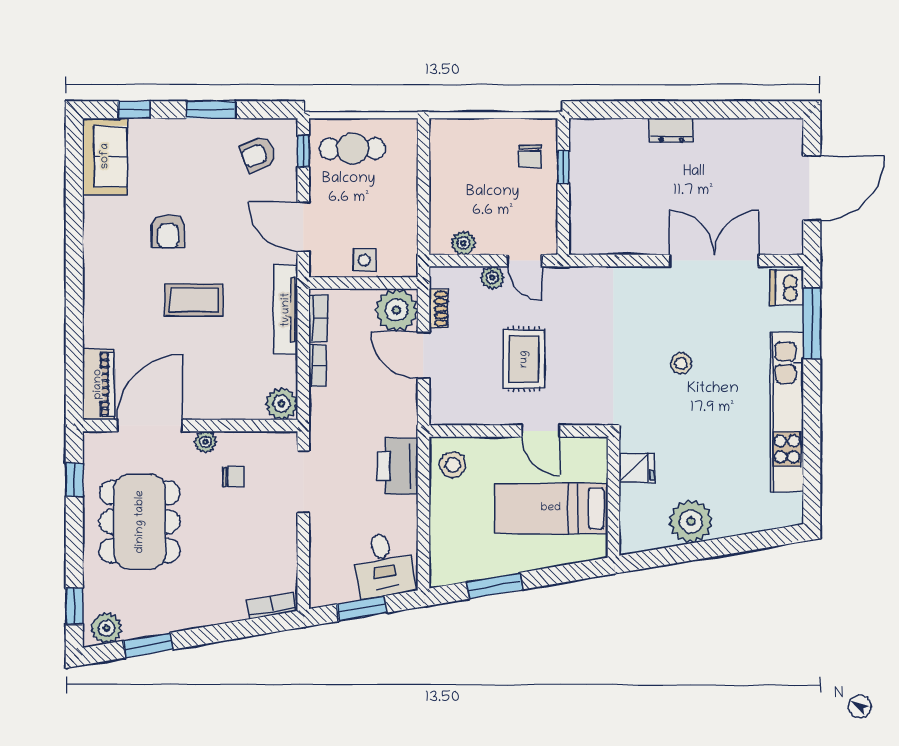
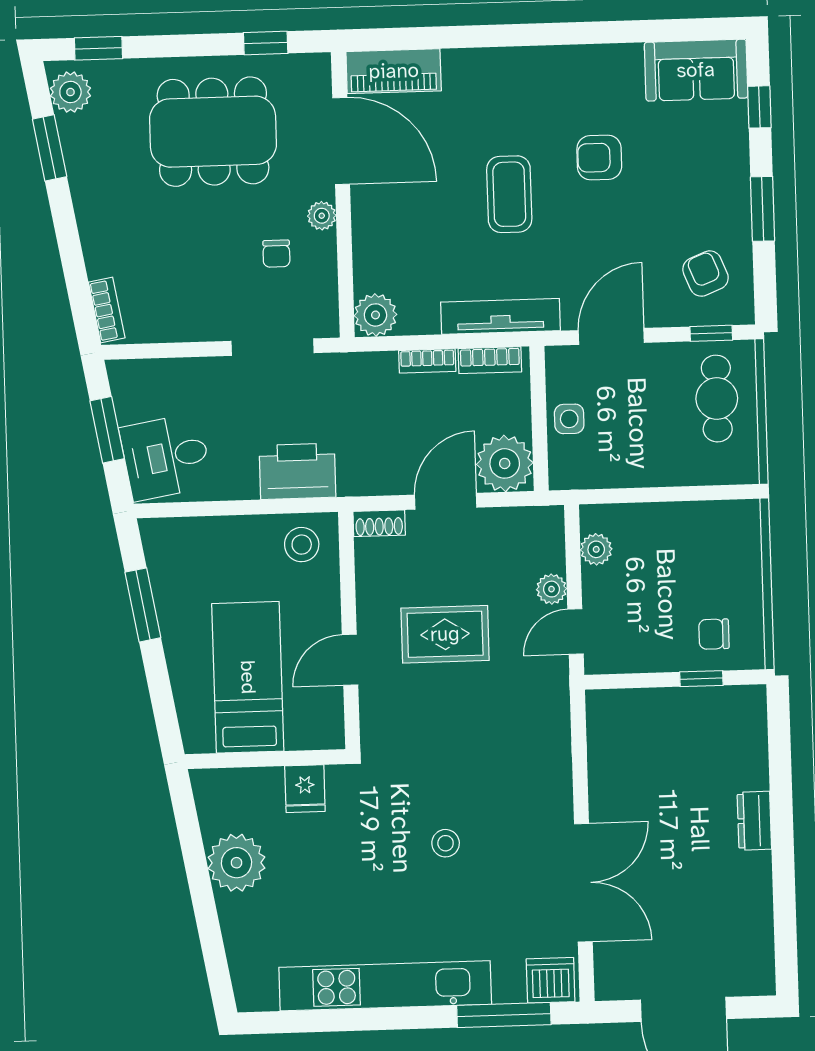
shoe rack: (439, 309) -> (379, 523), moved

